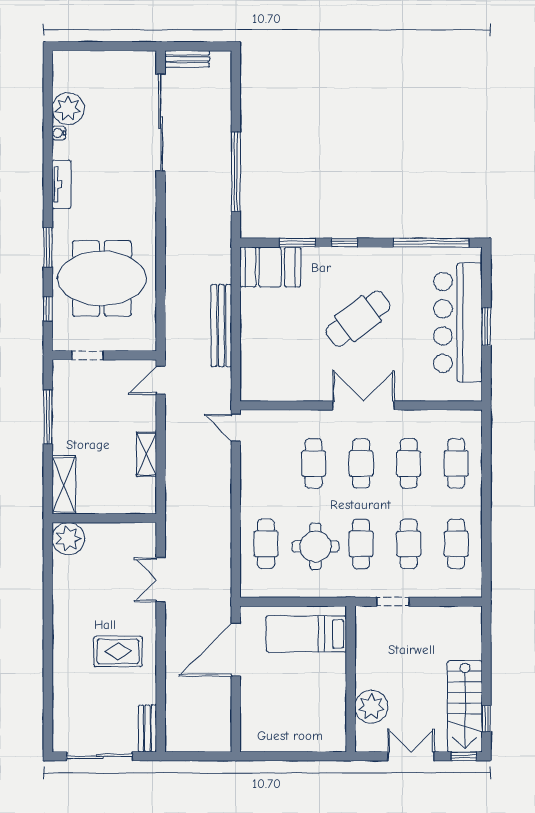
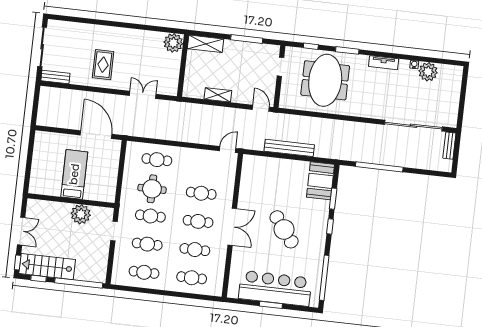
bed: (306, 634) -> (74, 174), moved
window: (486, 651) -> (79, 283), added
plant: (371, 707) -> (81, 214), moved

